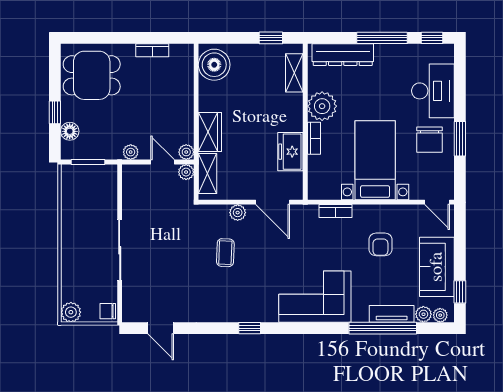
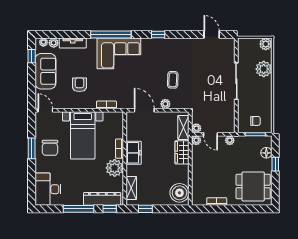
window: (432, 38) -> (110, 209), moved
desk: (433, 91) -> (48, 189), moved
chair: (429, 140) -> (50, 148), turned 180
freezer: (290, 152) -> (134, 153), moved
plant: (74, 271) -> (264, 69), added
chair: (108, 311) -> (255, 121), moved
window: (383, 328) -> (111, 34), moved

